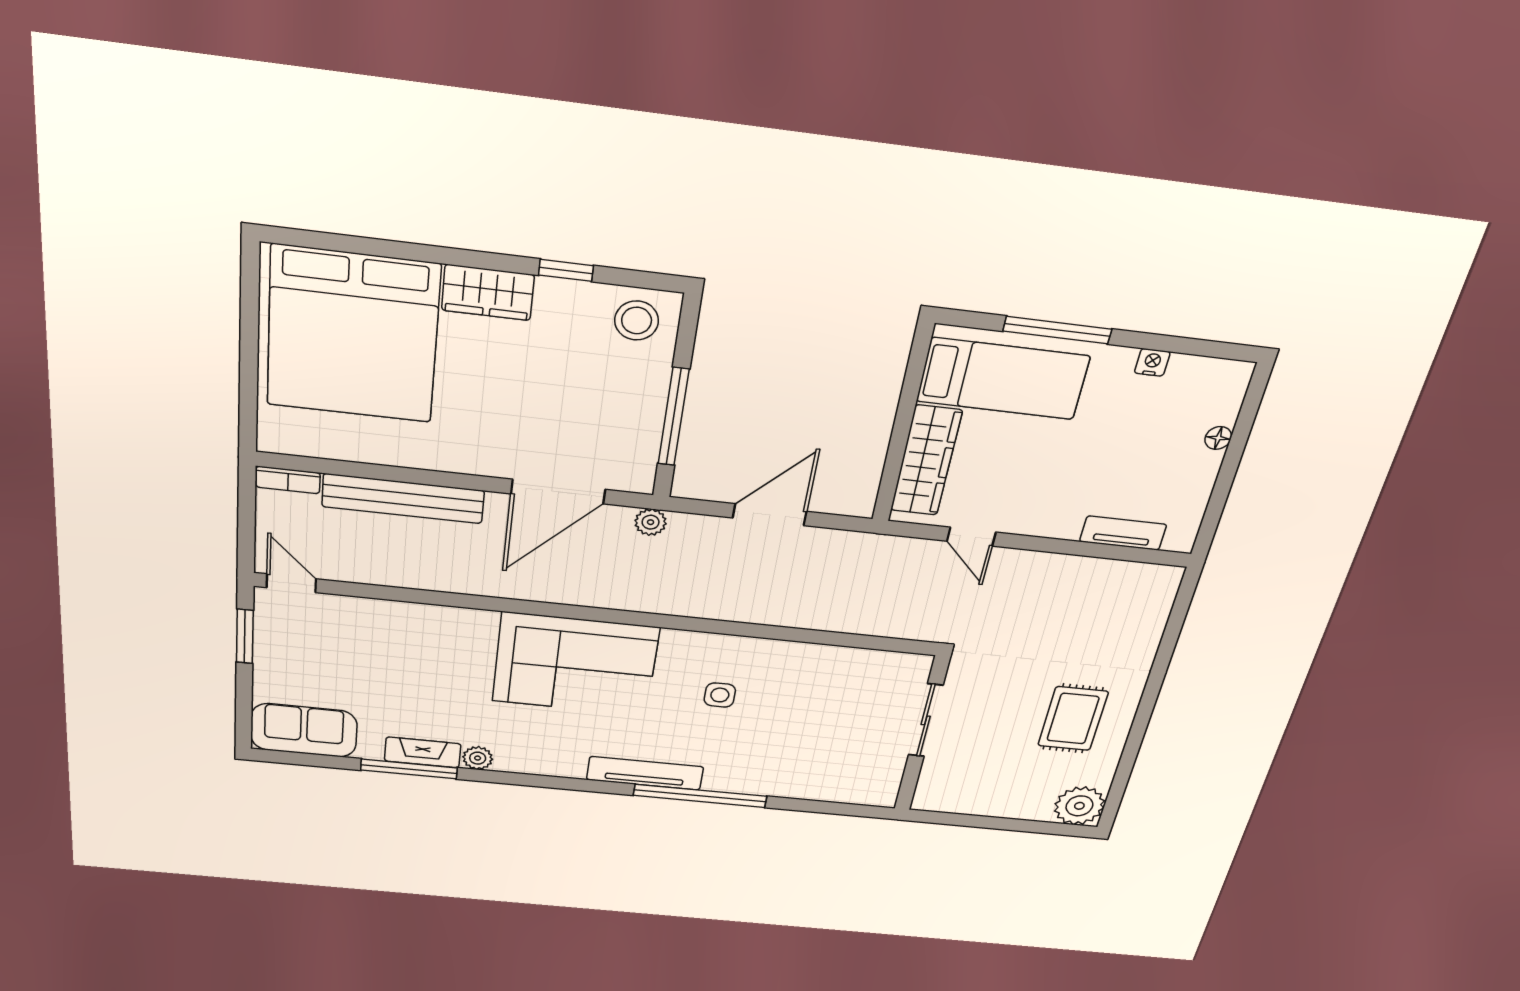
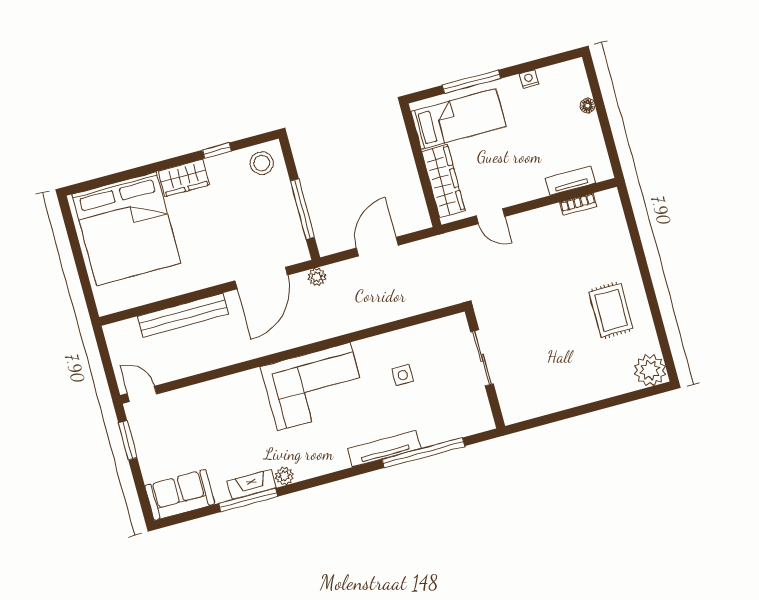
bookcase: (288, 480) -> (578, 204), moved
sliding door: (926, 720) -> (482, 358), moved
wall: (922, 735) -> (485, 369), moved

